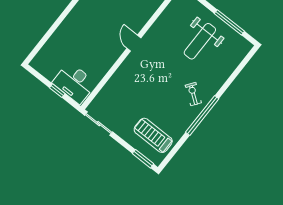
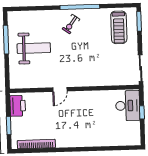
door: (134, 43) -> (60, 89), moved

